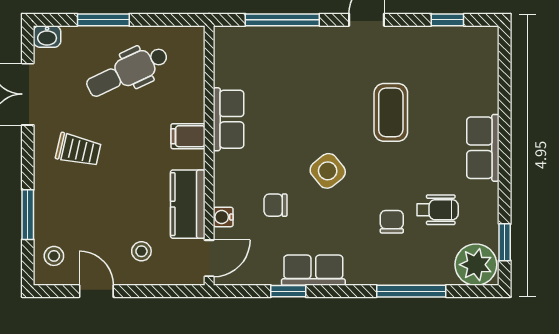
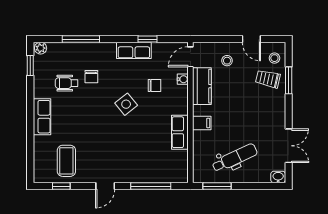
window: (103, 20) -> (217, 186), moved
coffee table: (391, 112) -> (66, 161), moved
trolley: (78, 150) -> (268, 79), moved
plant: (476, 265) -> (41, 48), width x0.53, depth x0.53

